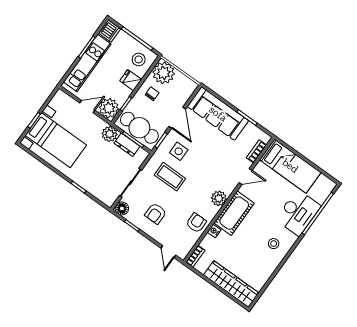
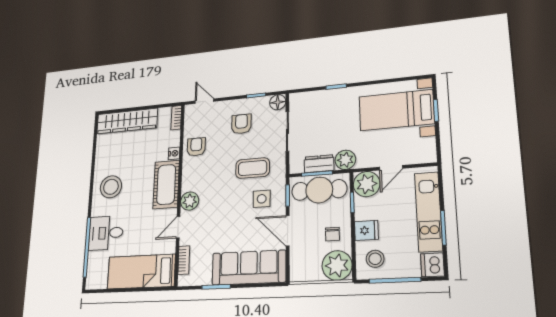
plant: (219, 198) -> (190, 201), moved
desk: (298, 213) -> (106, 233), width x0.73
armchair: (196, 223) -> (196, 147), turned 180
stool: (274, 244) -> (111, 187), width x1.89, depth x1.89

